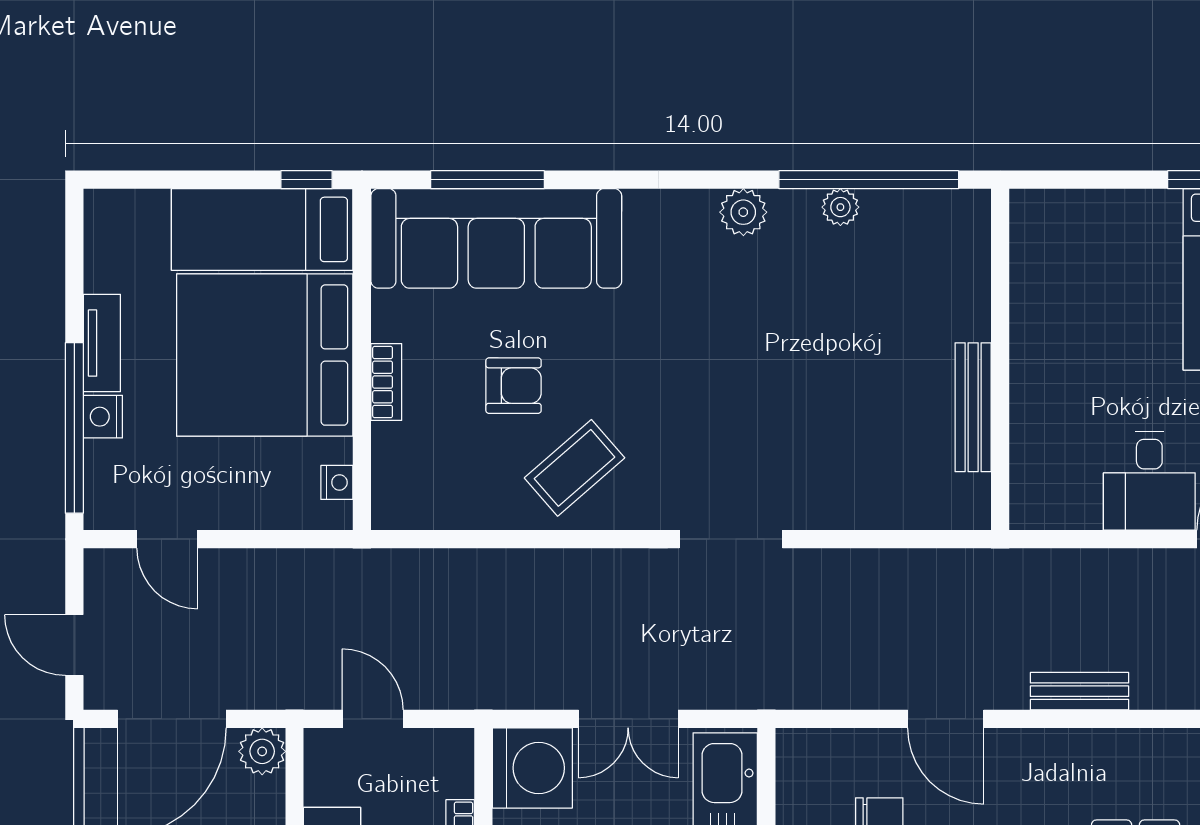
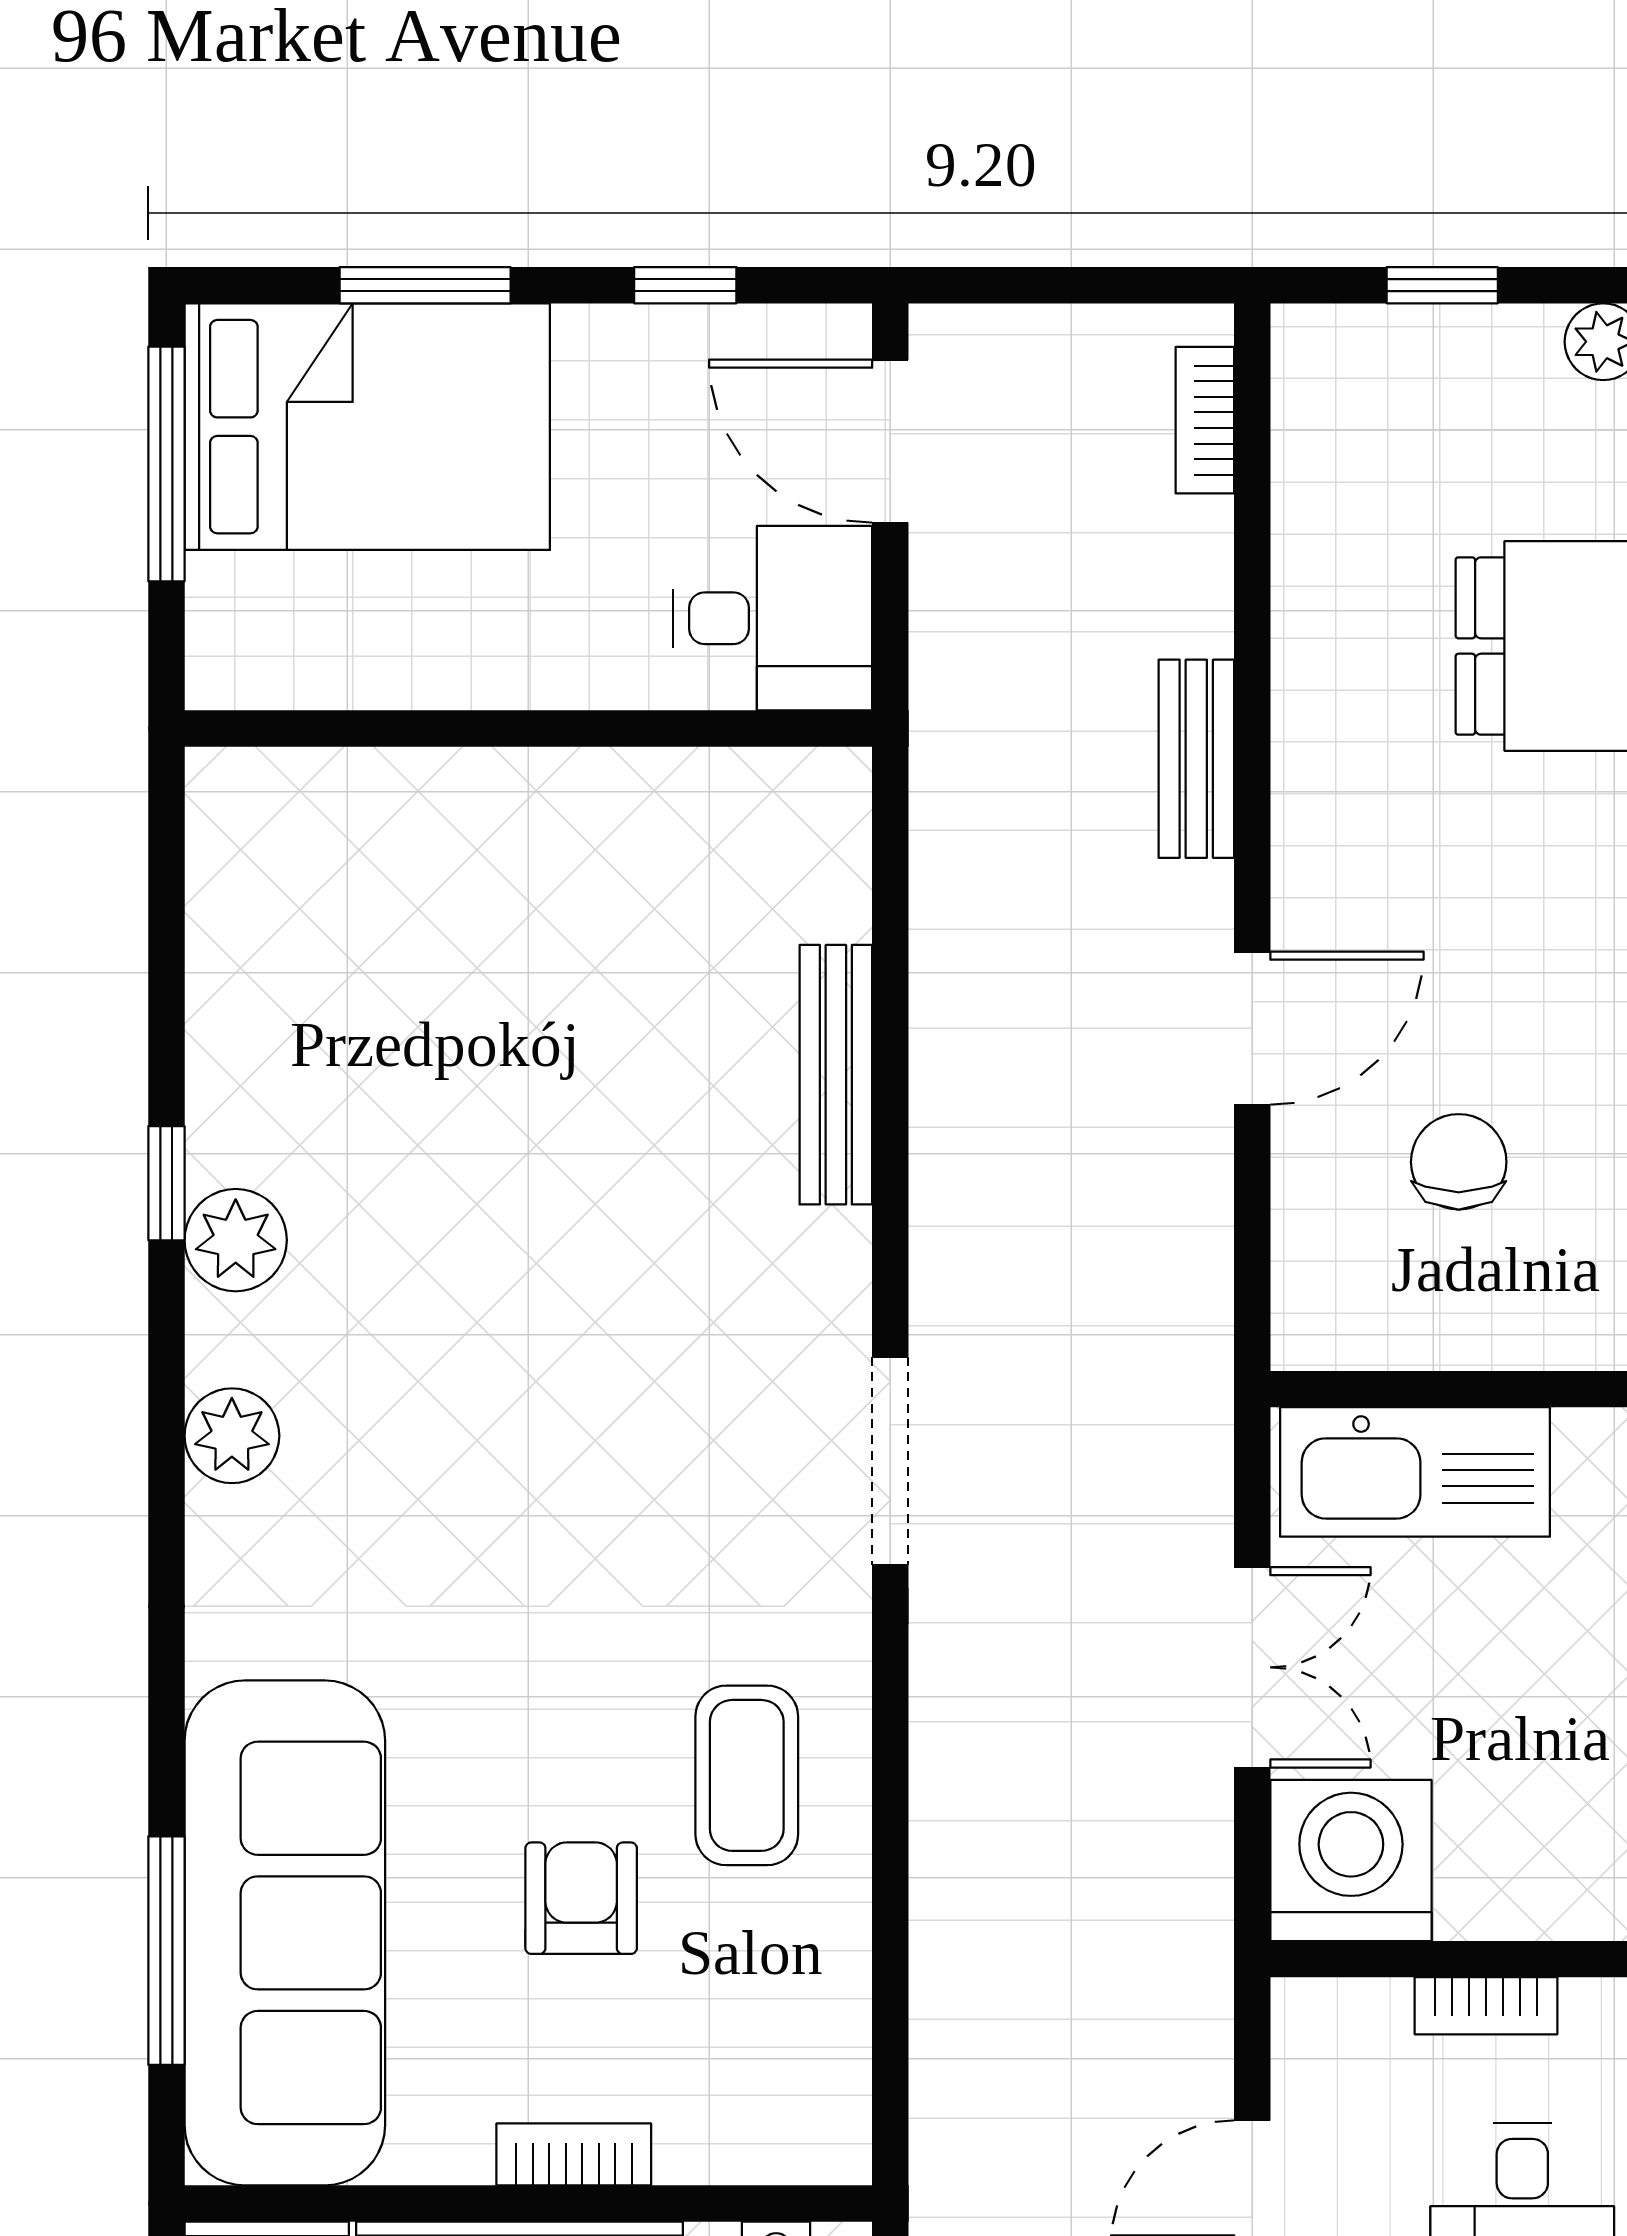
window: (869, 180) -> (166, 1183), width x0.32
plant: (840, 207) -> (236, 1240), width x1.38, depth x1.38
wall: (1000, 359) -> (528, 729), moved
bench: (973, 407) -> (836, 1075), moved, turned 90
coffee table: (575, 468) -> (747, 1775), turned 41

